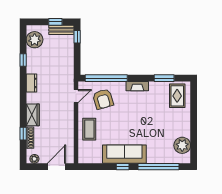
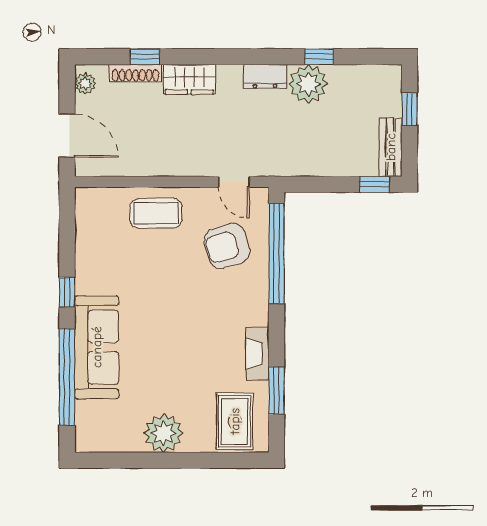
window: (55, 22) -> (409, 109), moved
plant: (35, 40) -> (308, 84), moved
fireplace: (137, 86) -> (258, 354), moved
rug: (177, 96) -> (235, 421), turned 90
plant: (182, 145) -> (163, 433), moved
sofa: (124, 154) -> (97, 347), moved

